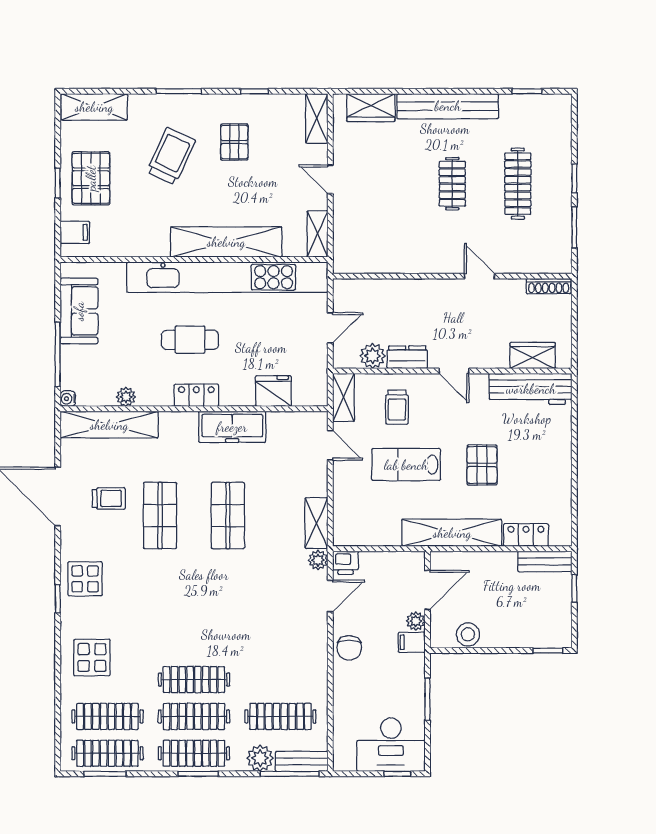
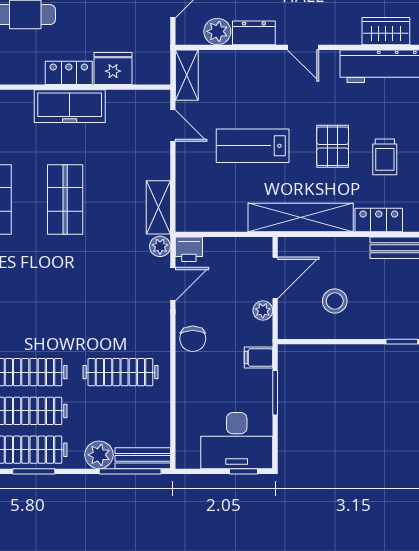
locker: (196, 395) -> (69, 73), moved
trolley: (397, 407) -> (385, 157), moved
stool: (468, 634) -> (335, 301), moved
filing cabinet: (412, 642) -> (258, 357), moved
clothes rail: (280, 716) -> (120, 372), moved

